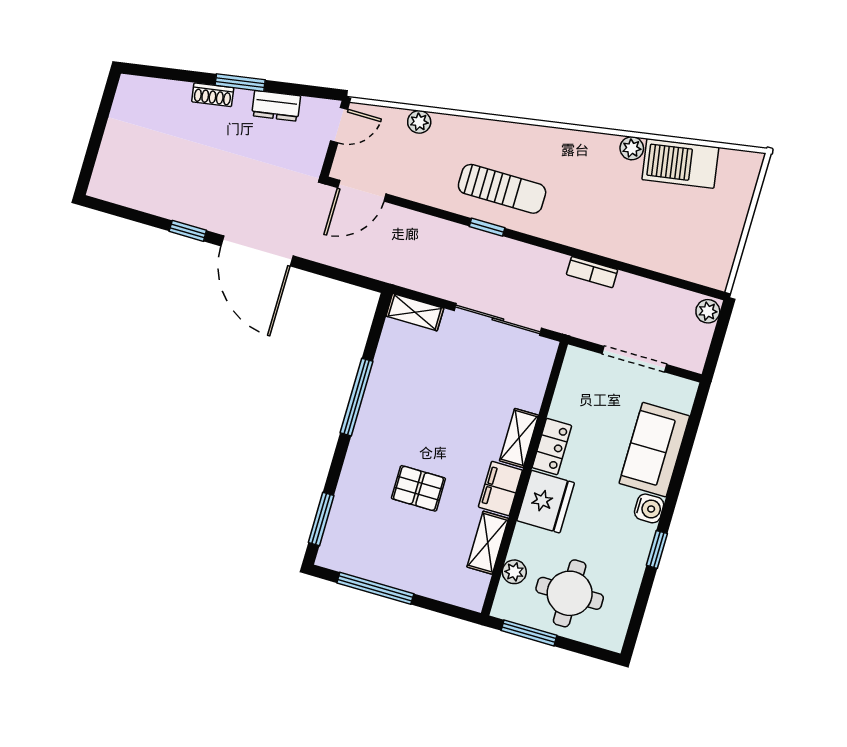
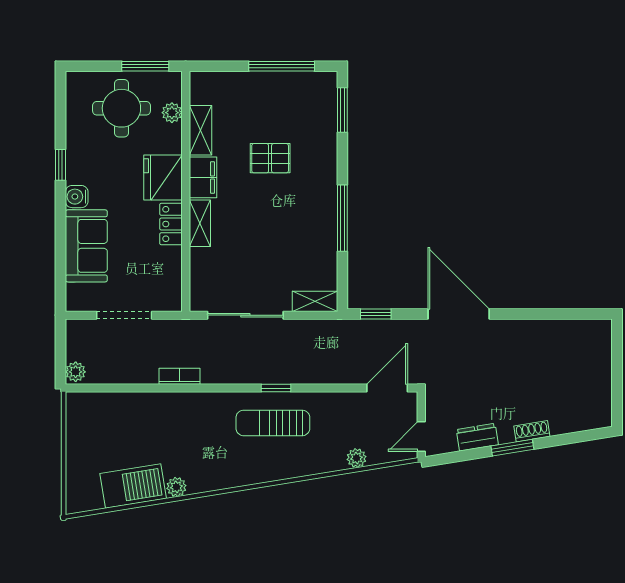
window: (188, 231) -> (376, 314), moved

